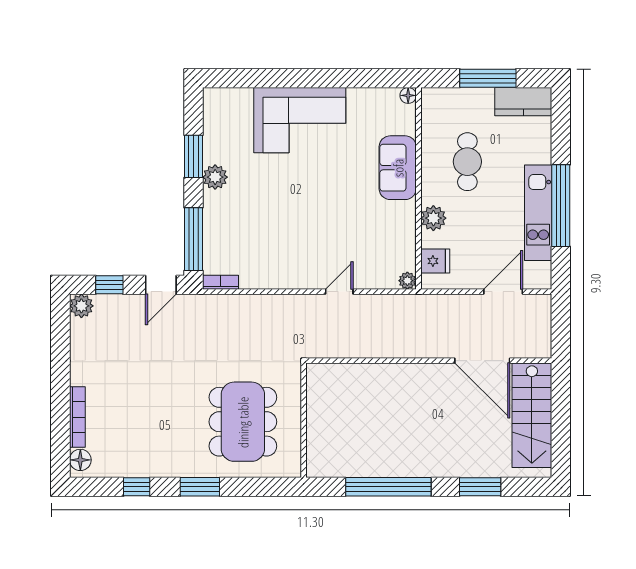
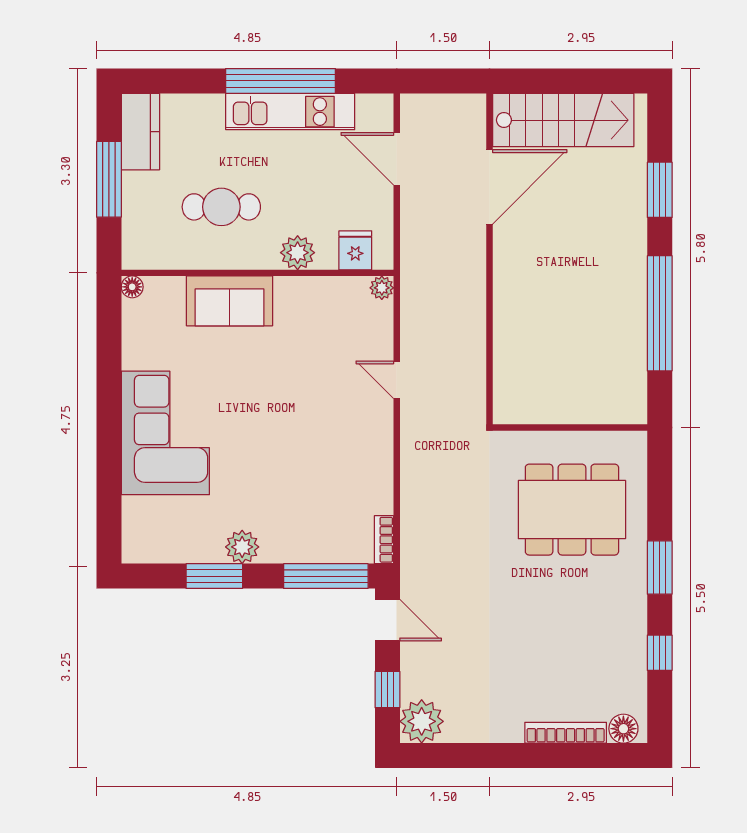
plant: (81, 306) -> (422, 721), width x1.36, depth x1.36

